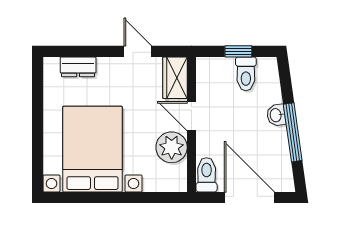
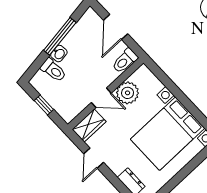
toilet: (246, 74) -> (53, 70), moved, turned 82
door: (191, 116) -> (101, 98), hinge flipped
door: (249, 198) -> (116, 27), width x0.73

